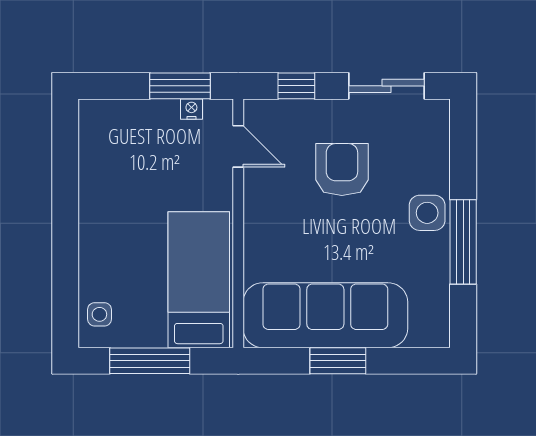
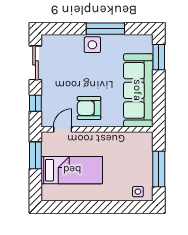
nightstand: (191, 109) -> (46, 150), removed
armchair: (342, 169) -> (89, 108), moved
bed: (199, 280) -> (72, 170), moved, turned 180
window: (338, 361) -> (159, 57), moved

